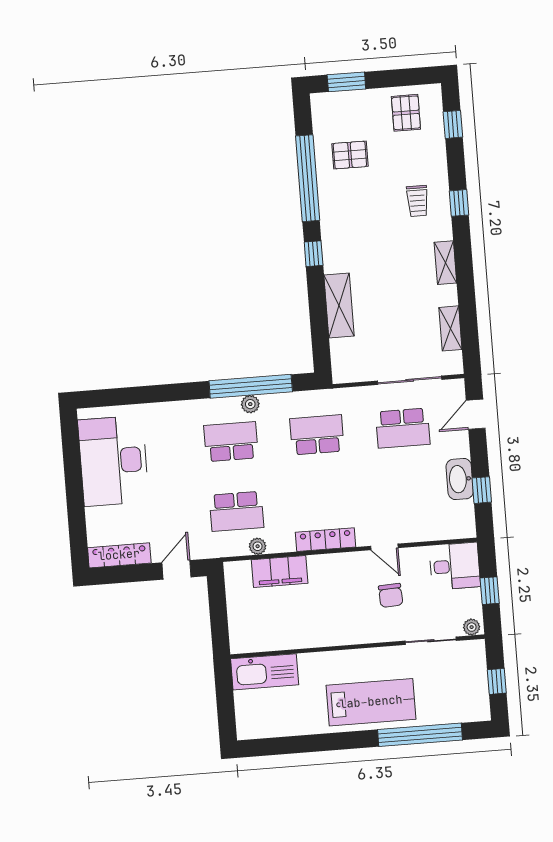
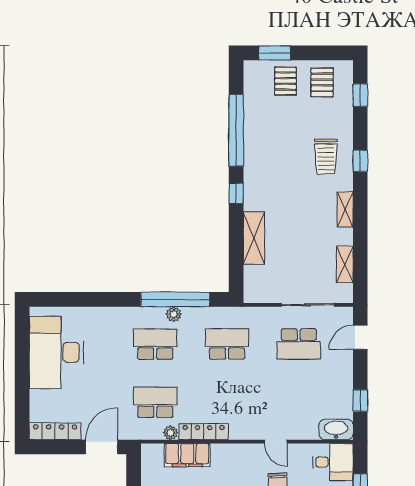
pallet: (350, 155) -> (285, 81), moved, turned 90
trolley: (417, 201) -> (326, 156), width x1.36, depth x1.39
washbasin: (460, 479) -> (336, 429), moved, turned 90
school desk: (236, 511) -> (155, 402), turned 180
locker: (325, 540) -> (204, 432), moved
door: (176, 570) -> (102, 447), width x1.37

